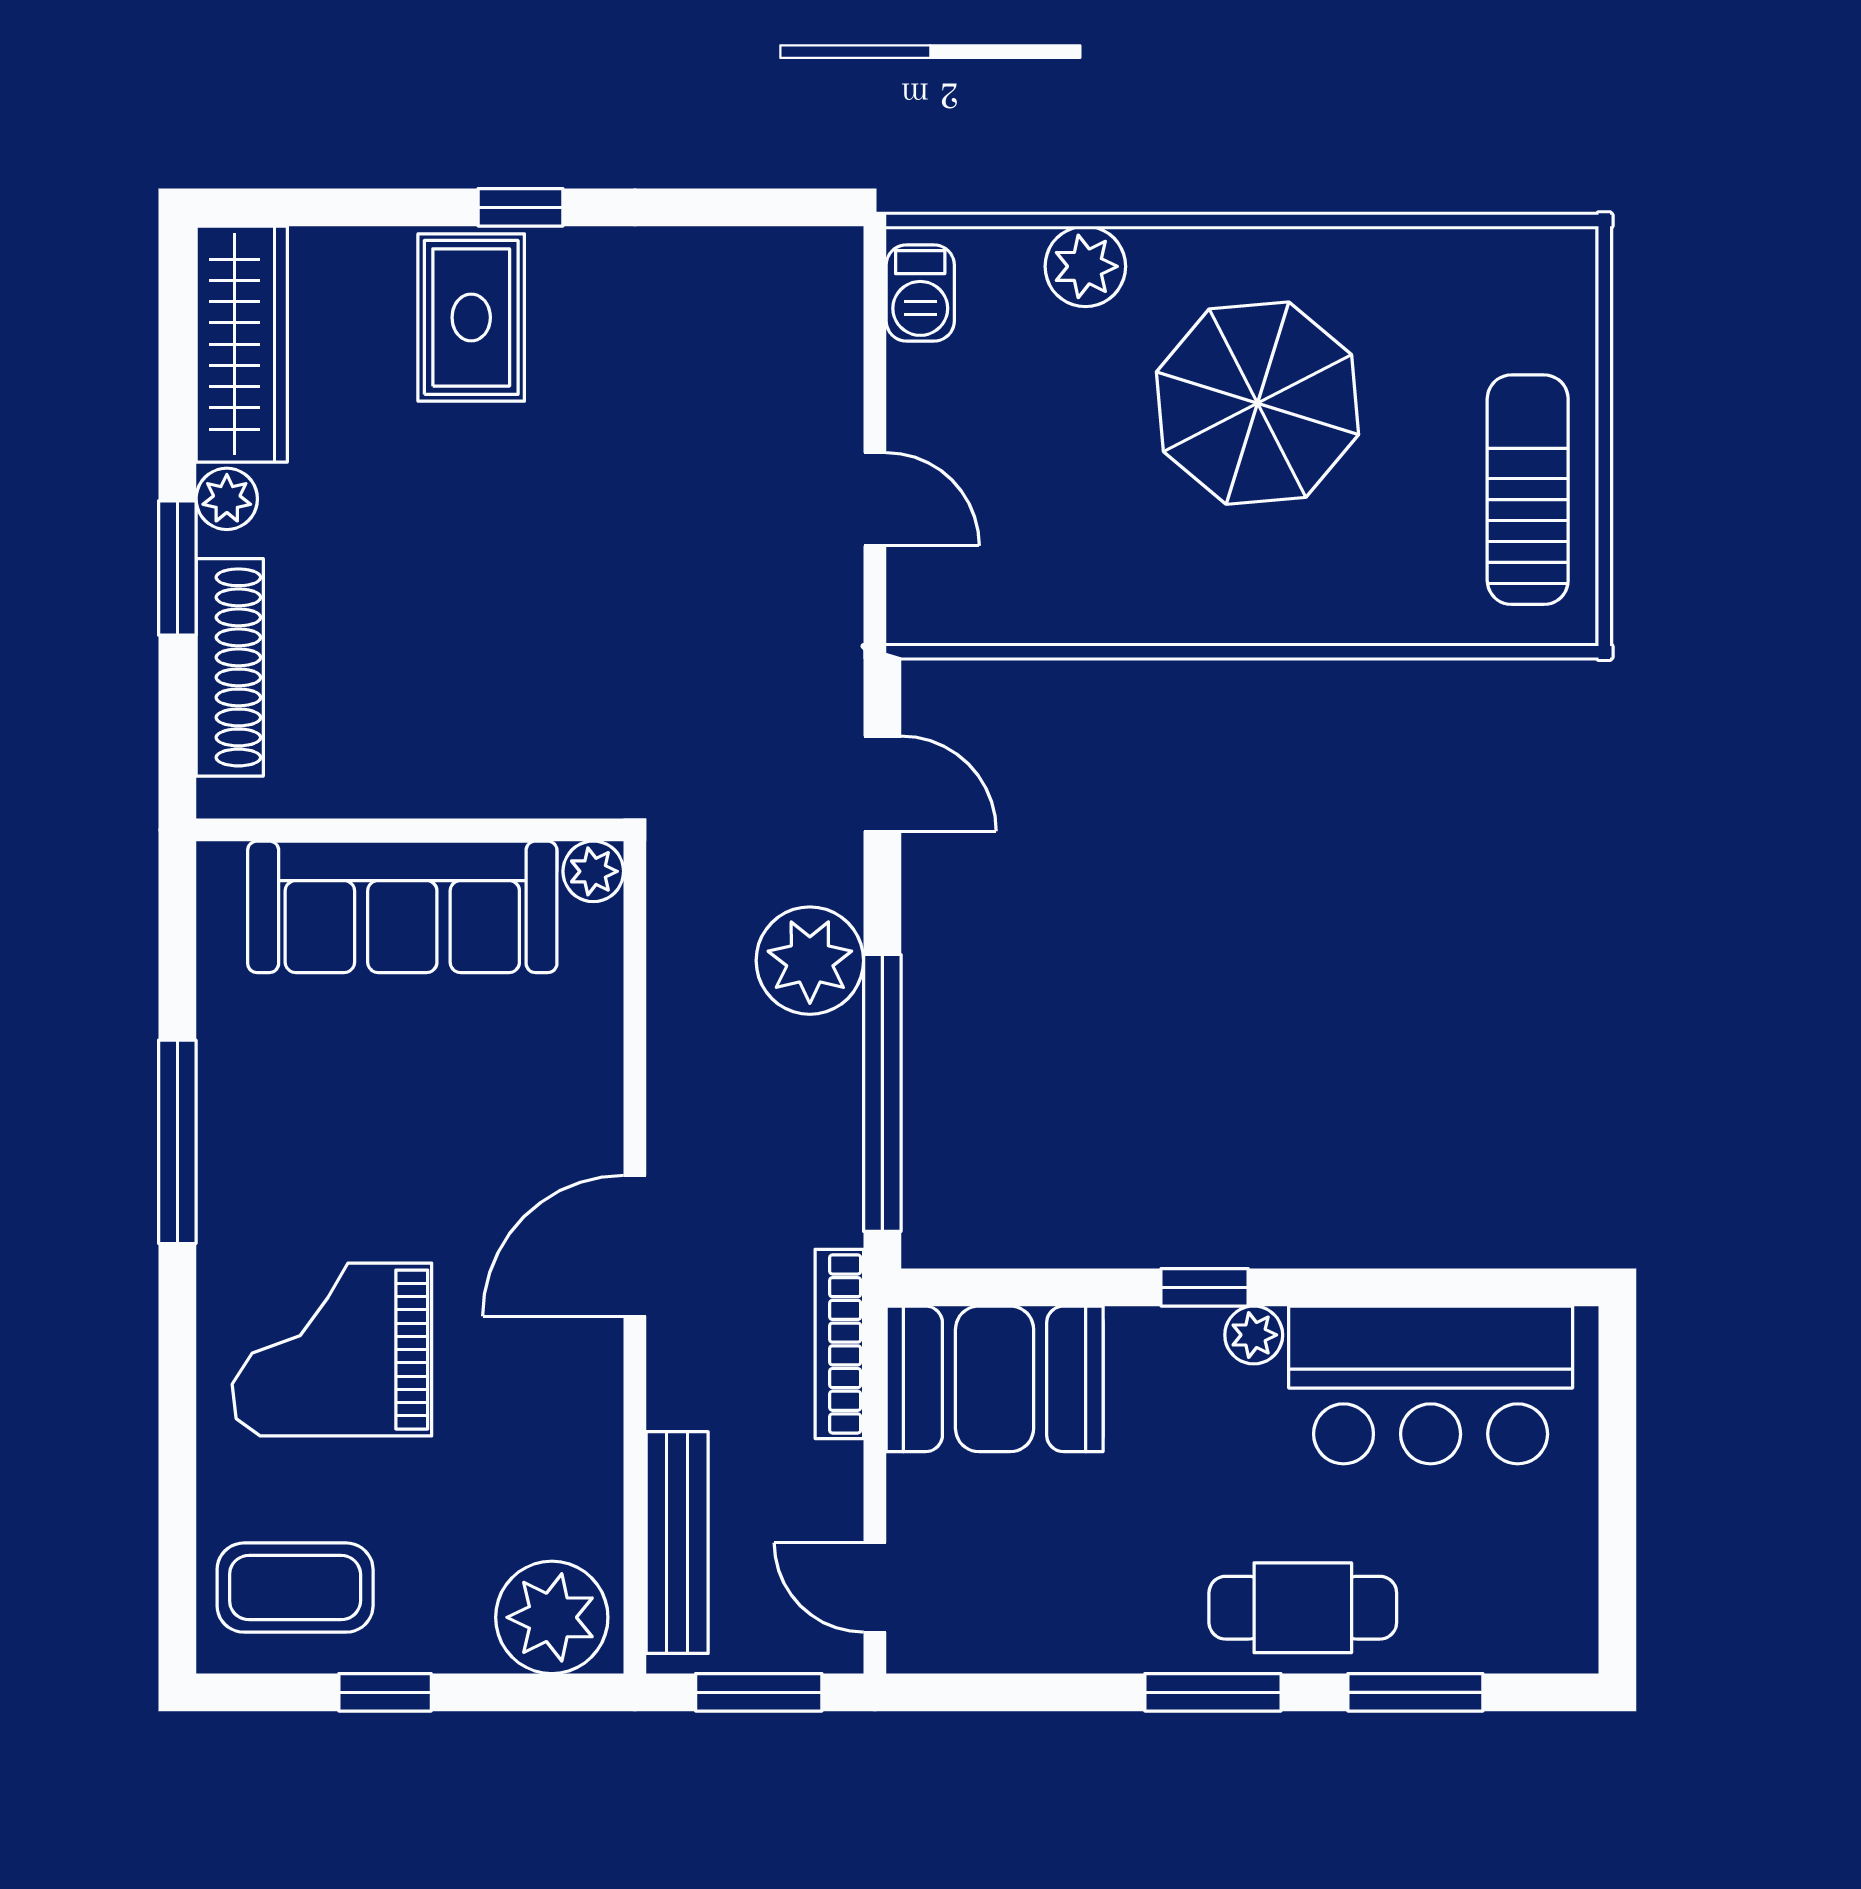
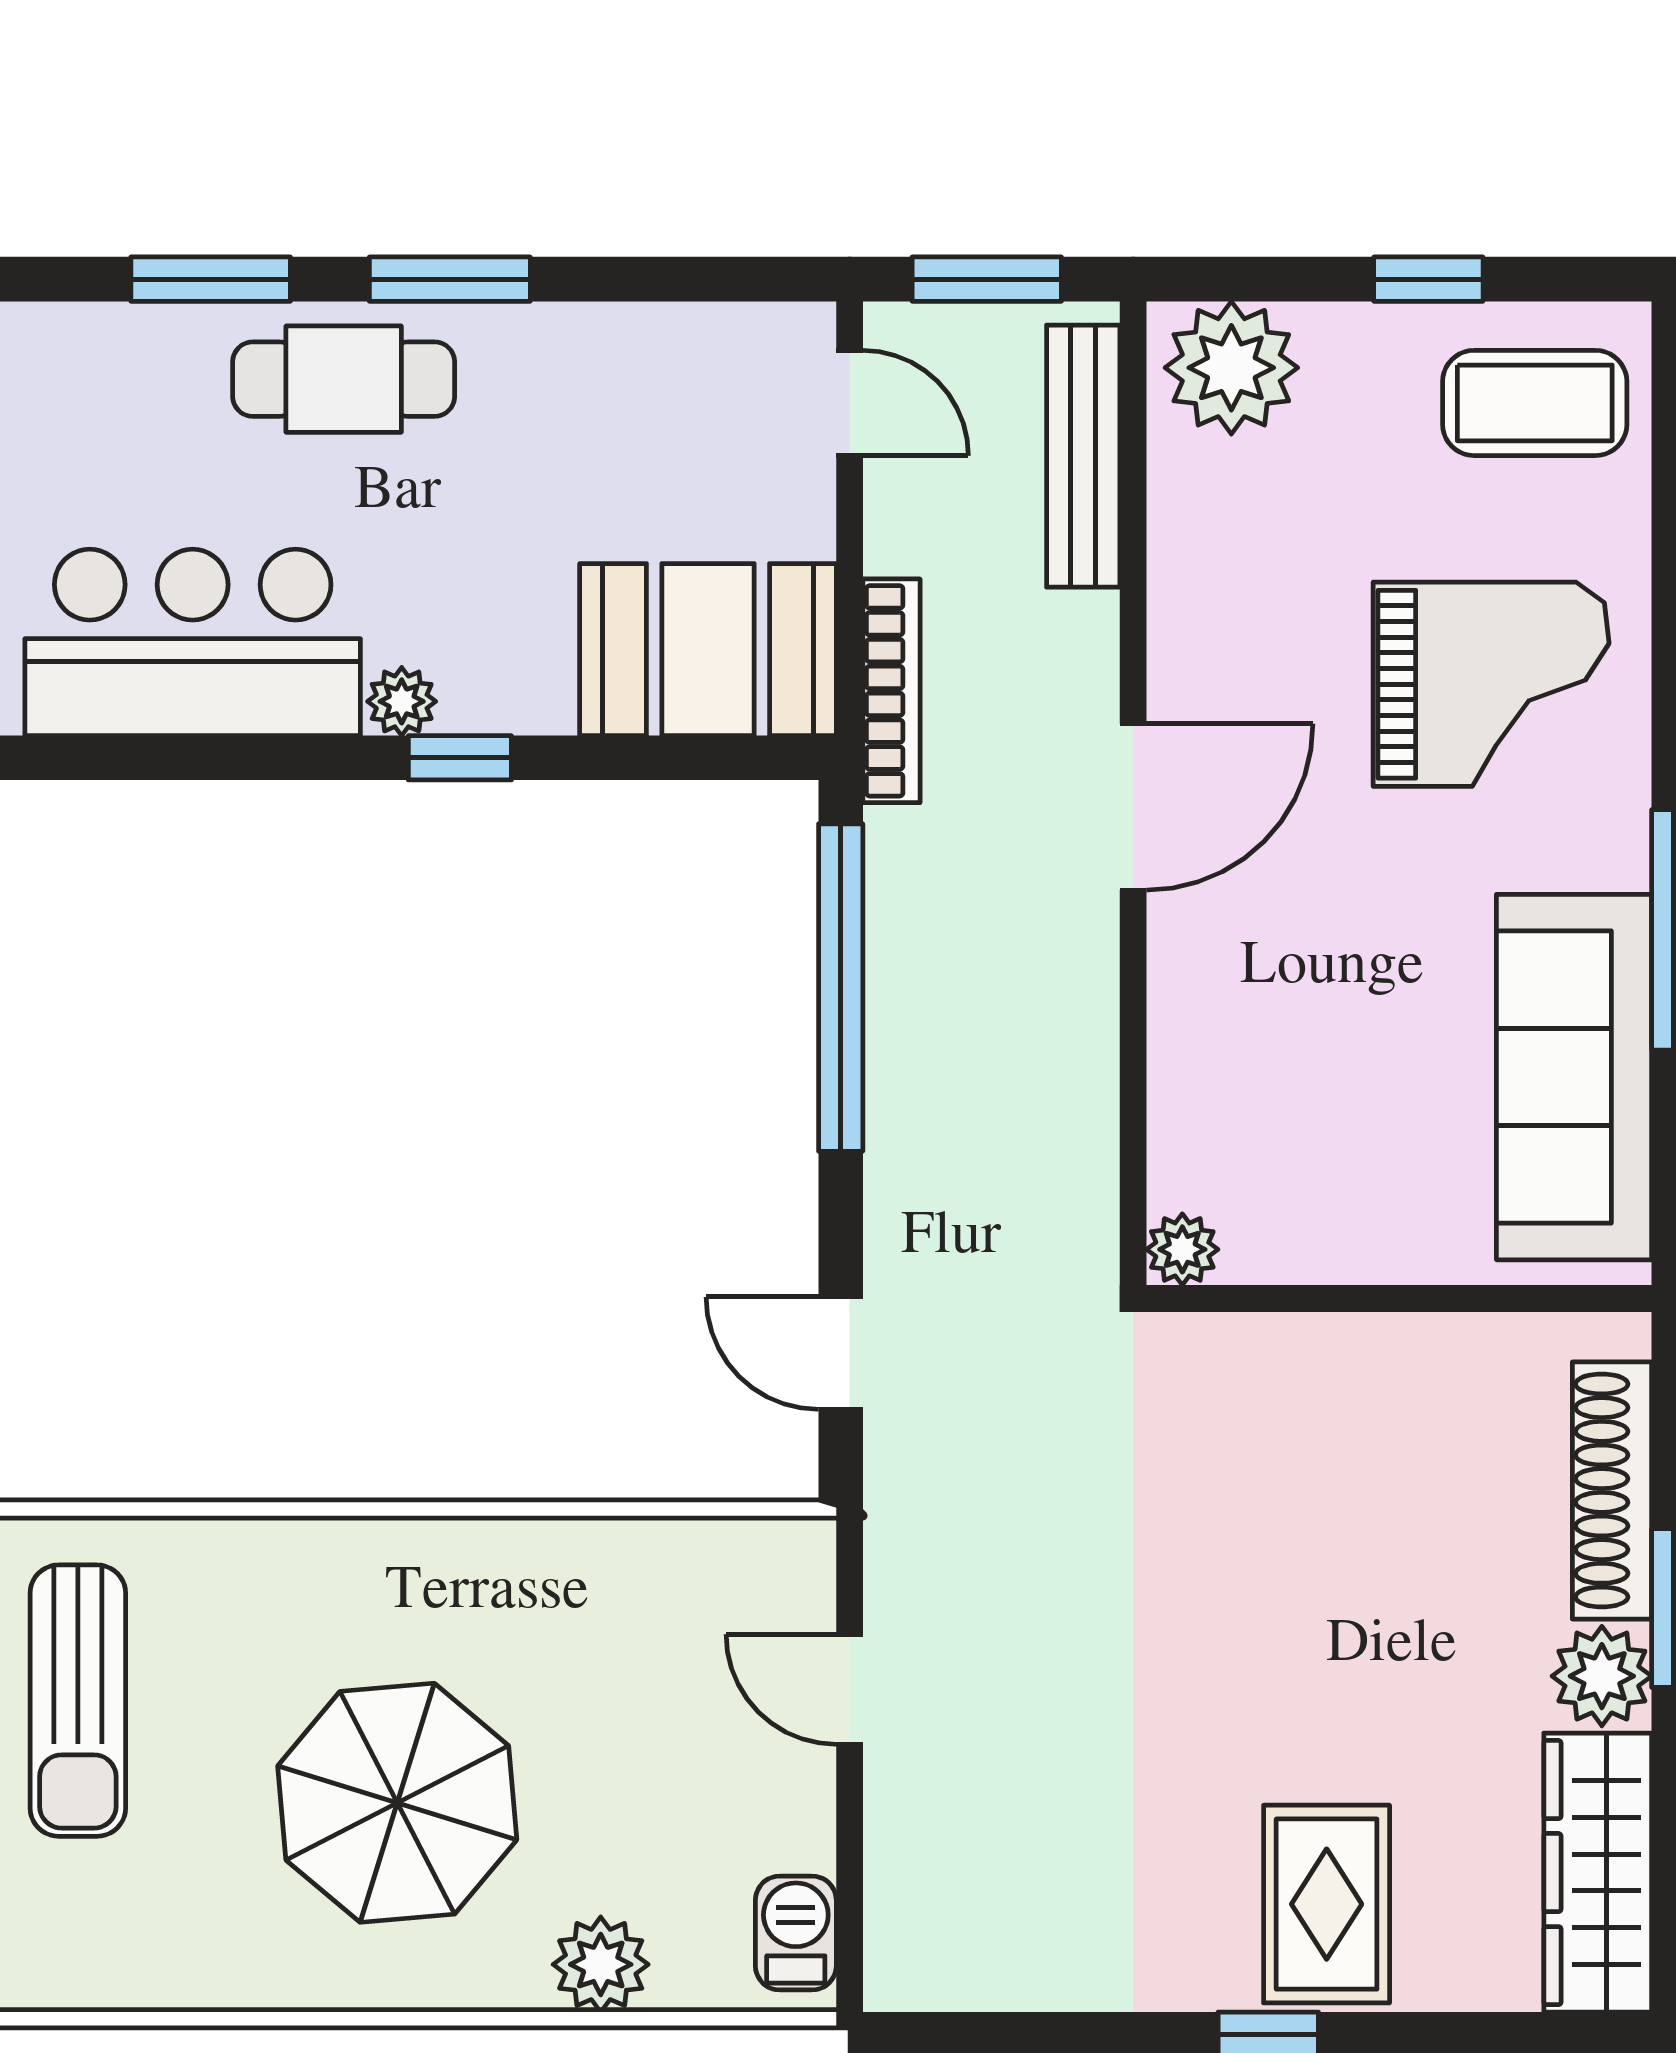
plant: (227, 499) -> (1602, 1676), width x1.38, depth x1.38
sofa: (402, 907) -> (1574, 1077), moved, turned -90
plant: (810, 961) -> (926, 1144), removed

